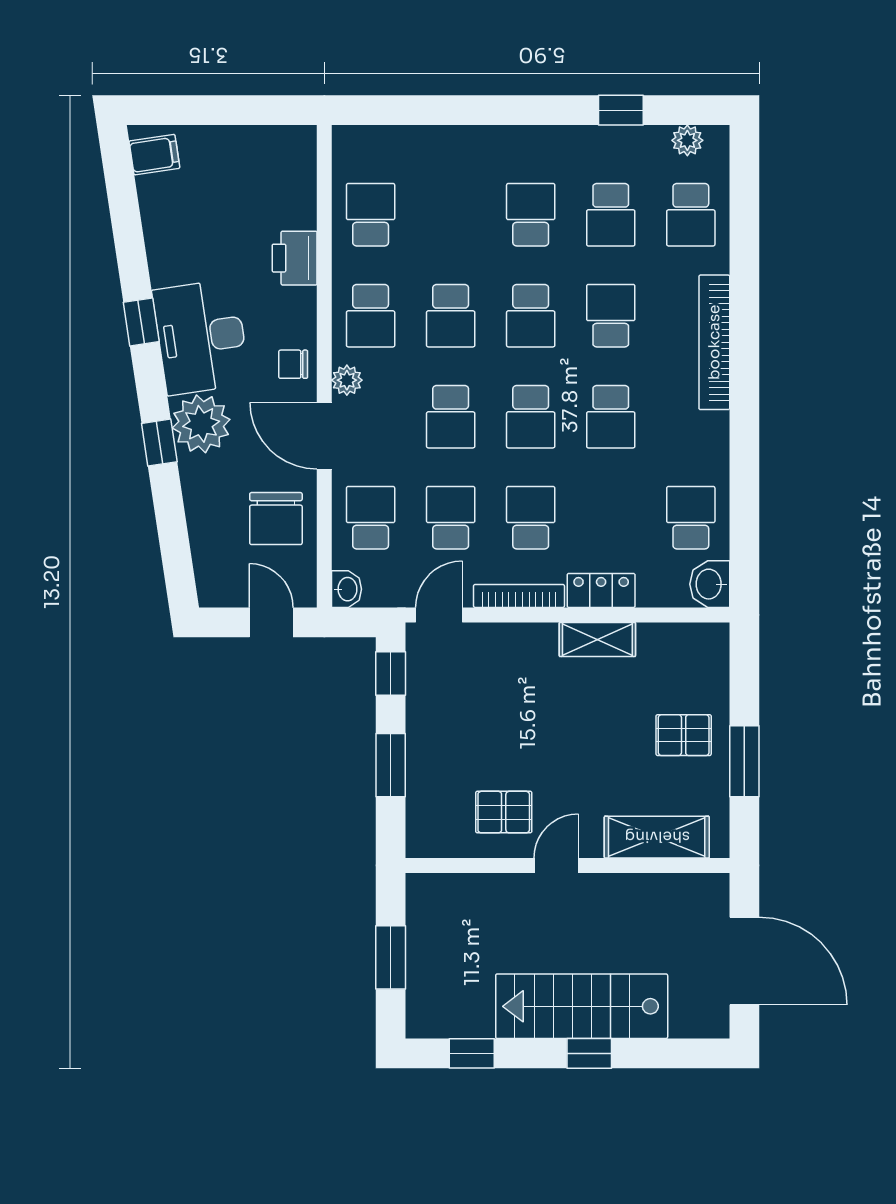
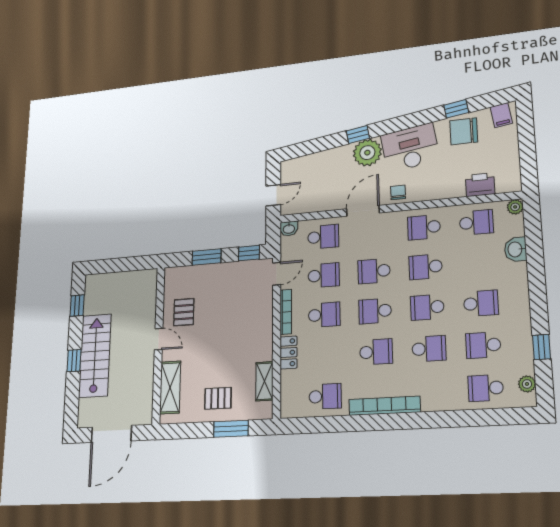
printer: (295, 258) -> (480, 185), moved
window: (141, 322) -> (456, 109), moved
bookcase: (714, 342) -> (384, 406), moved
plant: (347, 380) -> (515, 207), moved
school desk: (611, 417) -> (376, 352), turned 180
chair: (276, 519) -> (464, 131), moved
washbasin: (710, 584) -> (515, 249), moved, turned -90
door: (439, 615) -> (277, 274), hinge flipped
shelving: (597, 639) -> (264, 381), moved
pallet: (684, 735) -> (218, 398), turned 90
window: (744, 761) -> (231, 429), moved
window: (391, 957) -> (121, 265), removed

